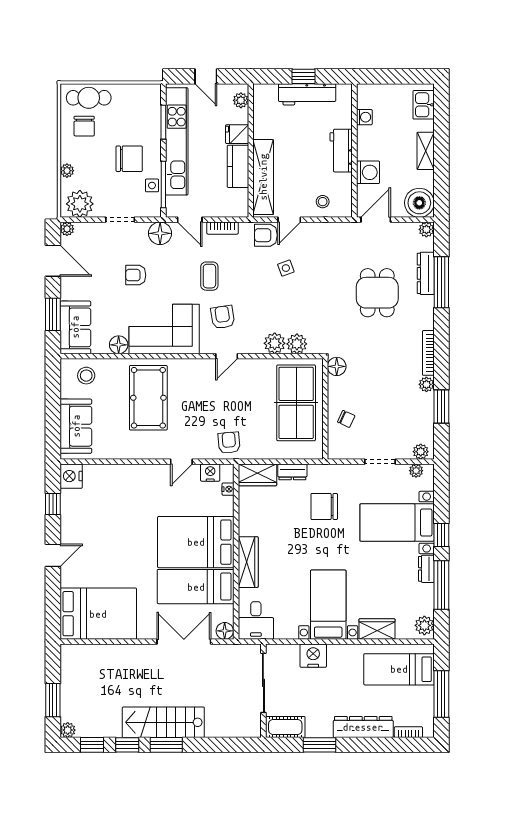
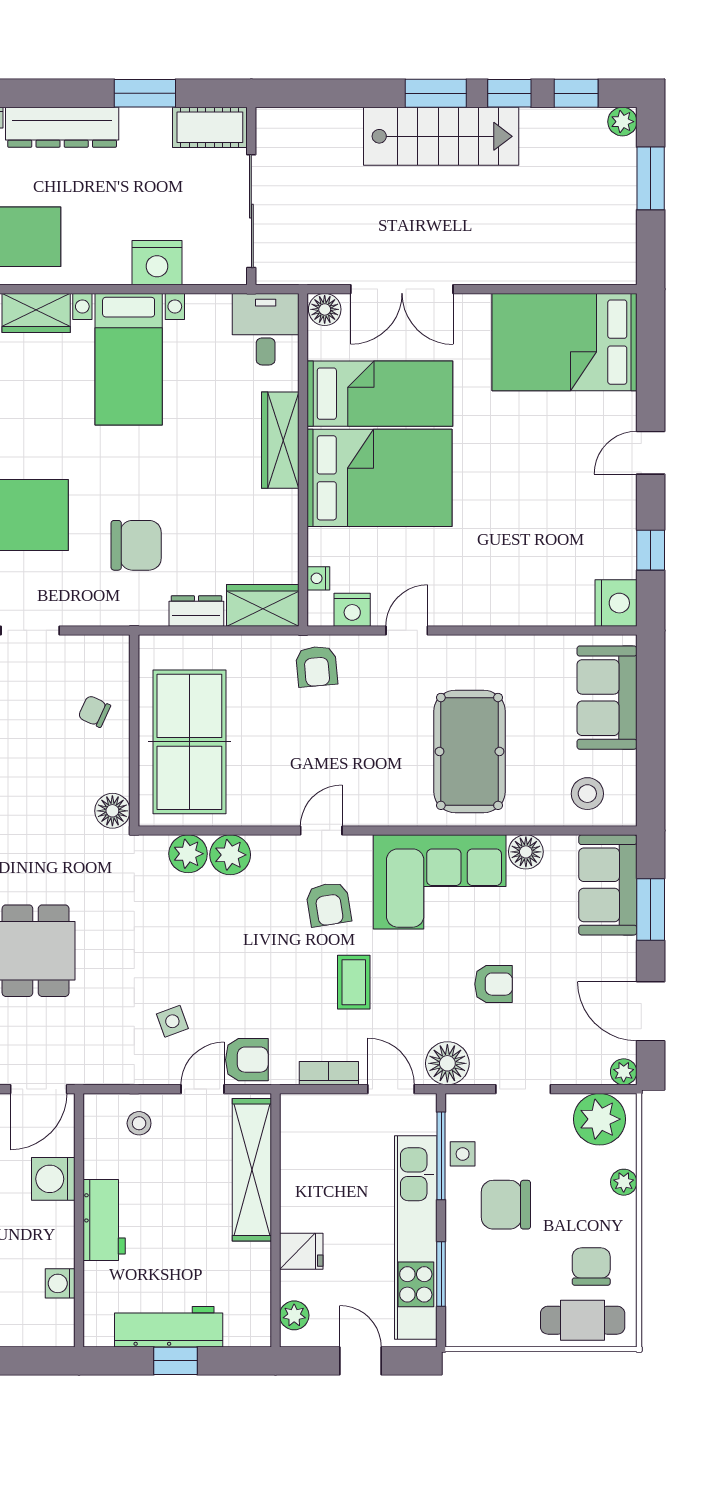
kitchen counter: (238, 166) -> (300, 1190), removed
side table: (286, 268) -> (172, 1021), moved

